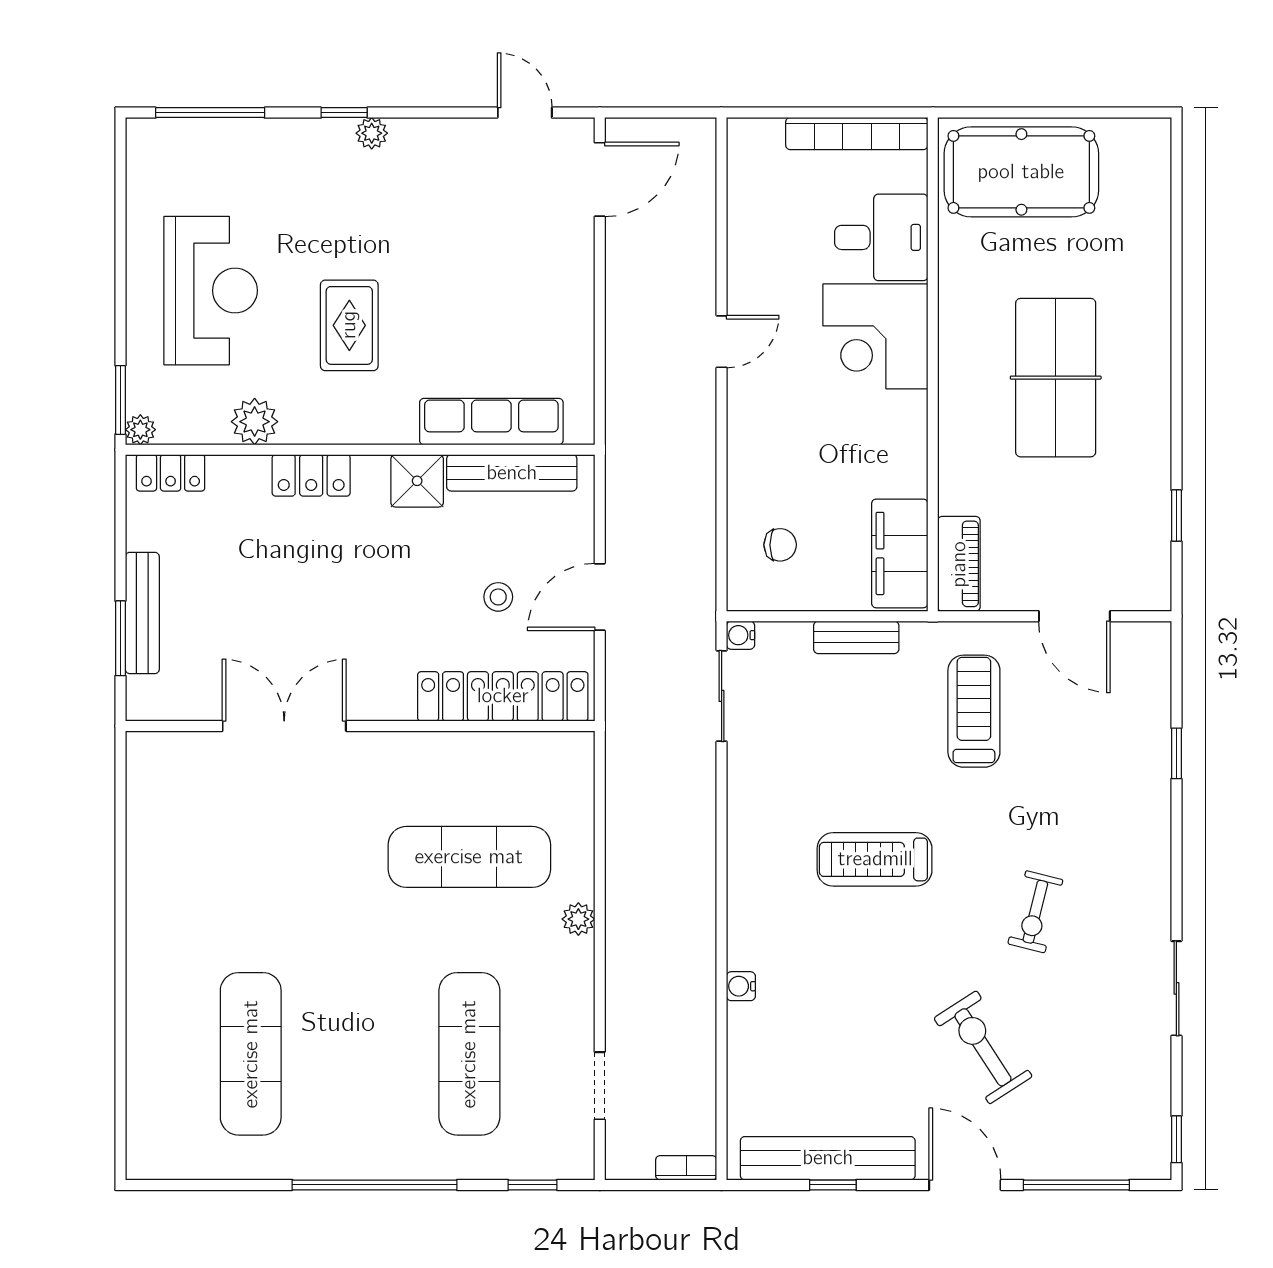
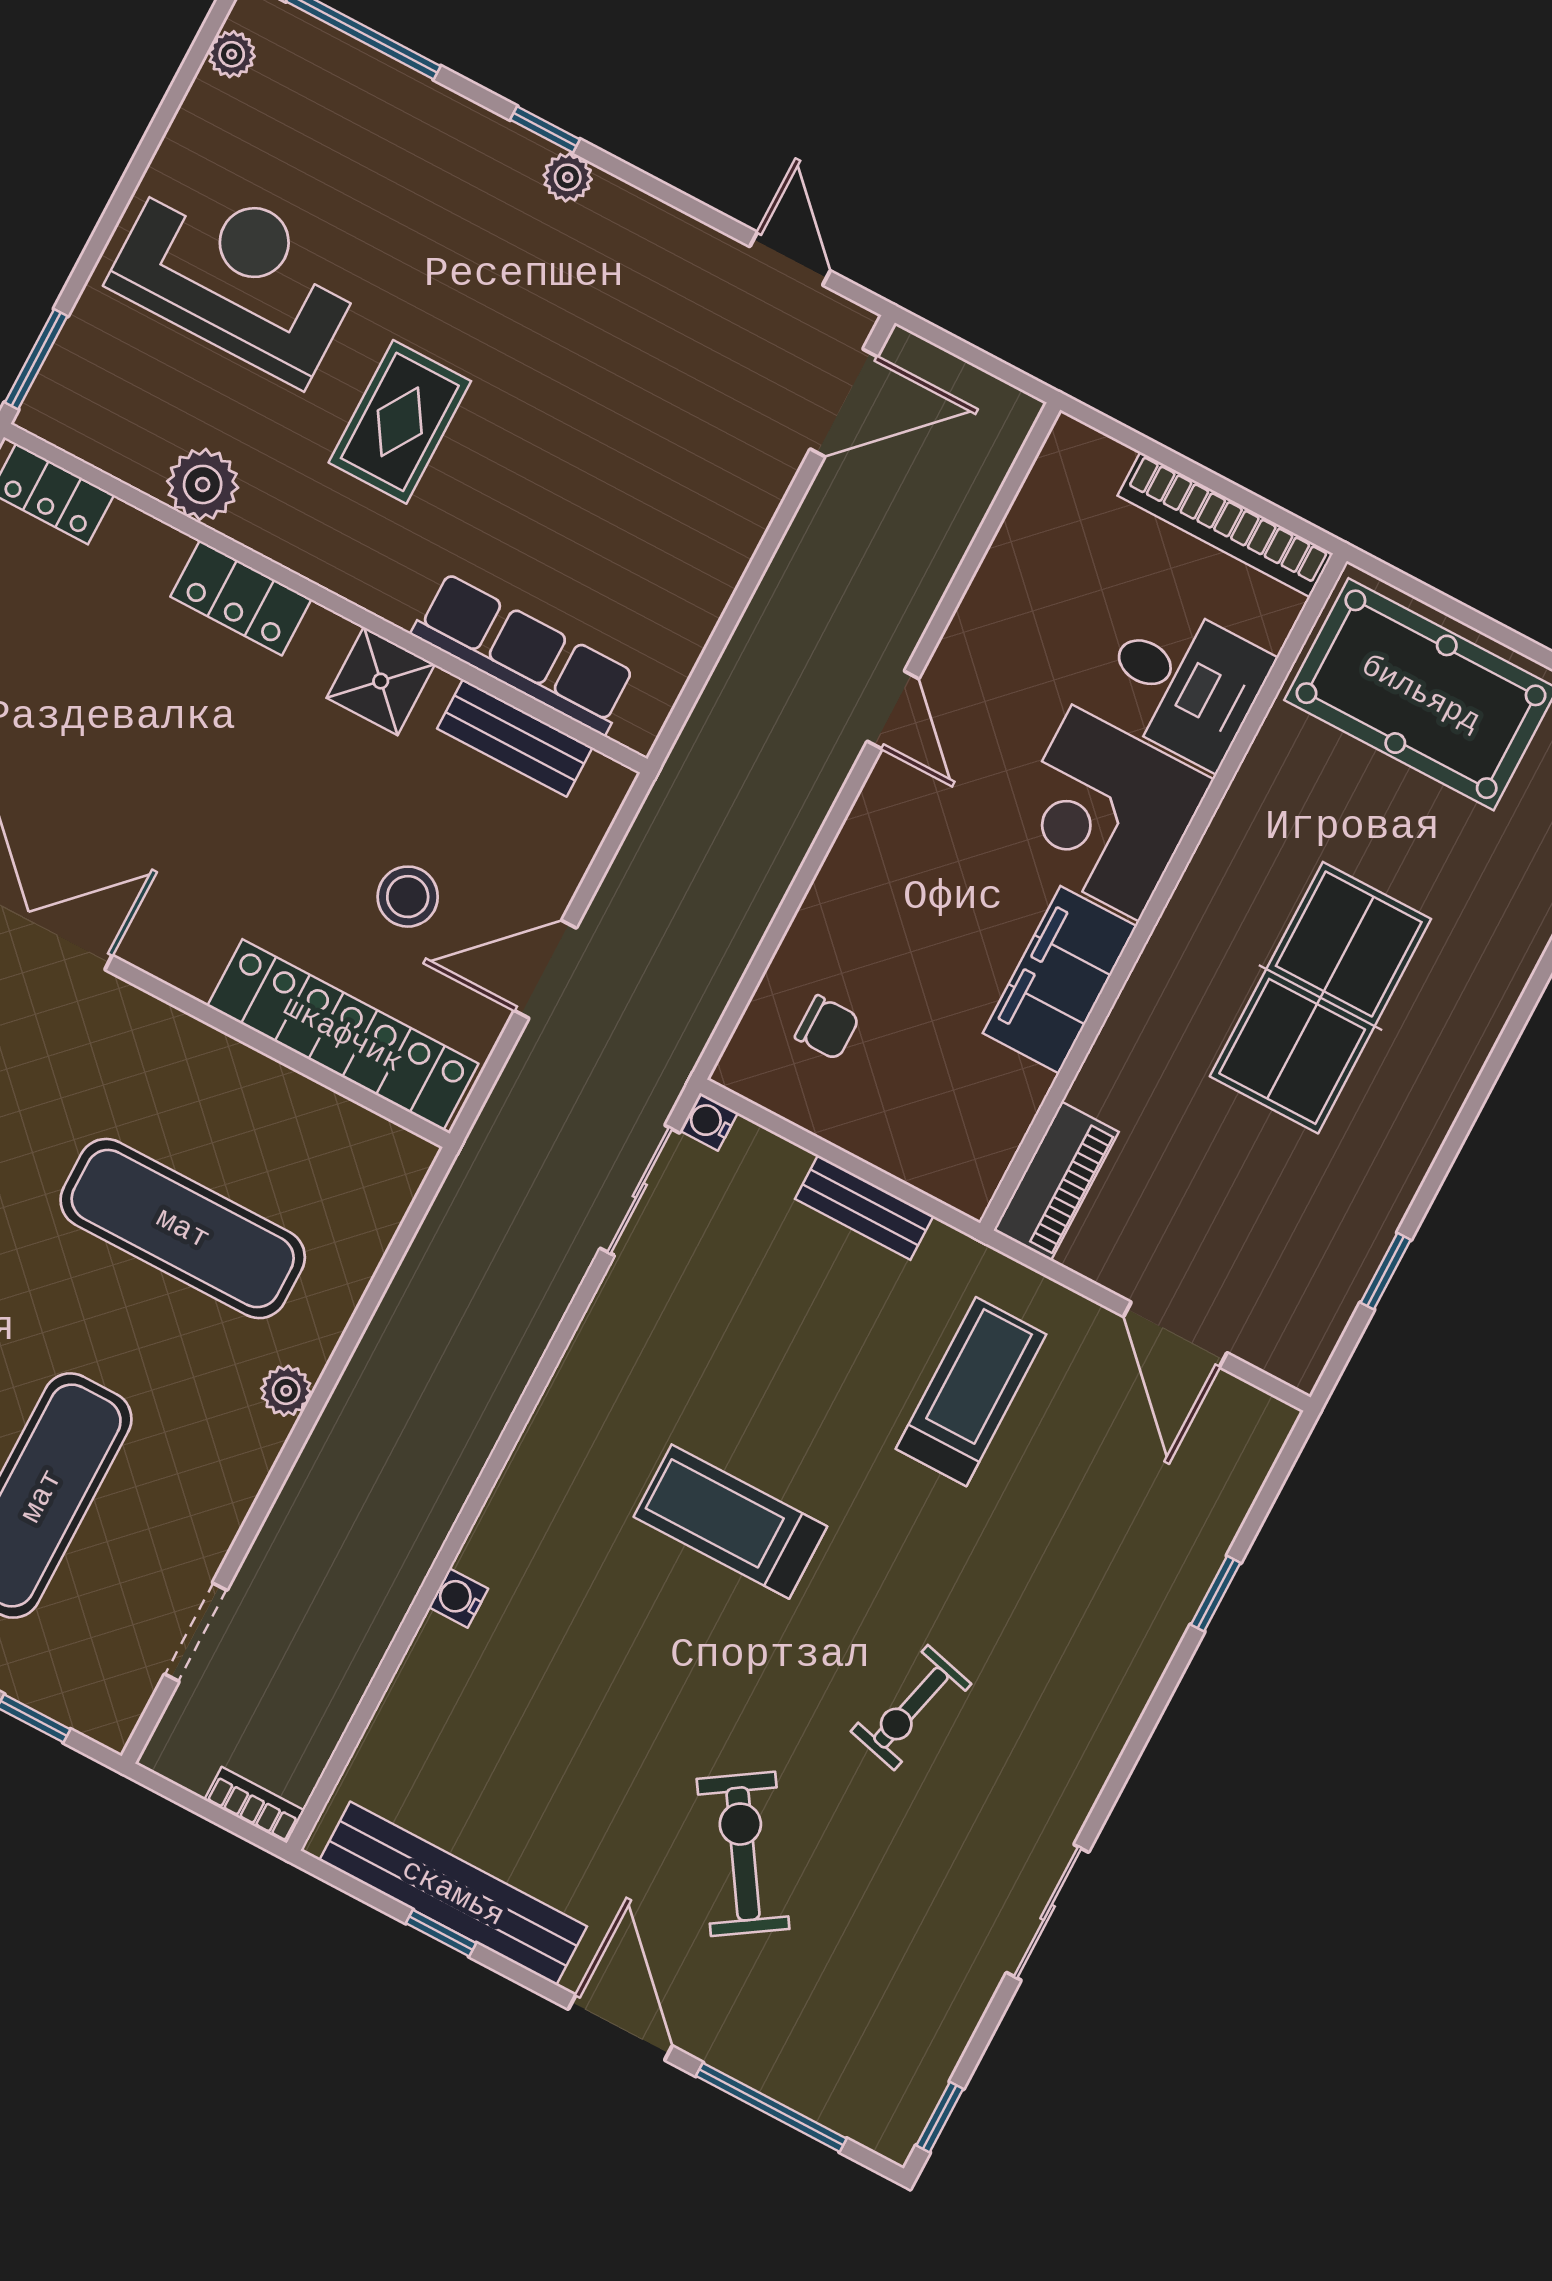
reception desk: (211, 291) -> (237, 276), turned -90
door: (722, 342) -> (893, 710), hinge flipped
plant: (140, 430) -> (232, 54), moved
bench: (512, 473) -> (515, 738), width x0.73
filing cabinet: (900, 553) -> (1060, 980), moved
stool: (498, 597) -> (408, 897), width x1.37, depth x1.37

